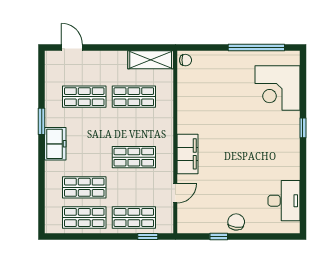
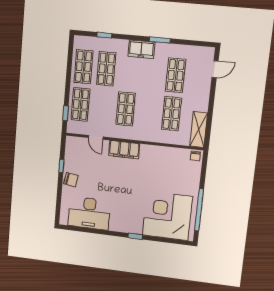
corner desk: (278, 88) -> (167, 216), width x1.36, depth x1.36
window: (42, 194) -> (104, 35), added
desk: (284, 201) -> (89, 213), width x1.36, depth x1.30

